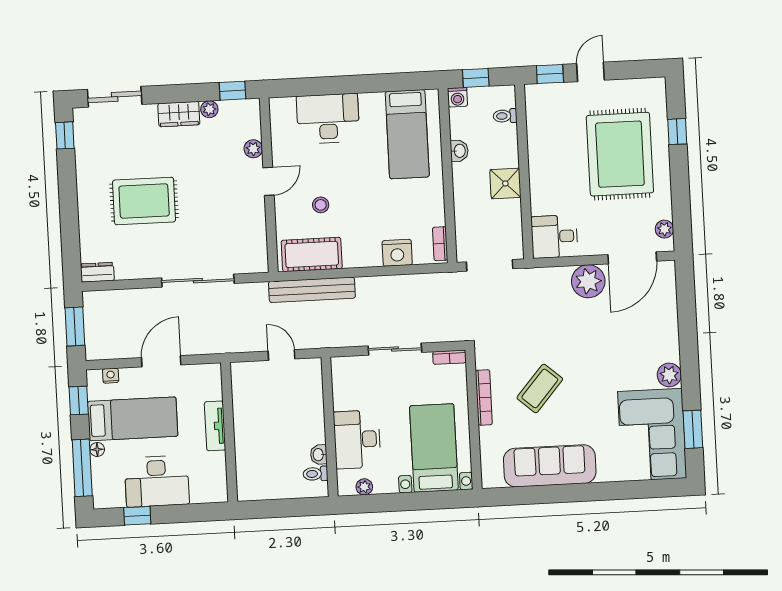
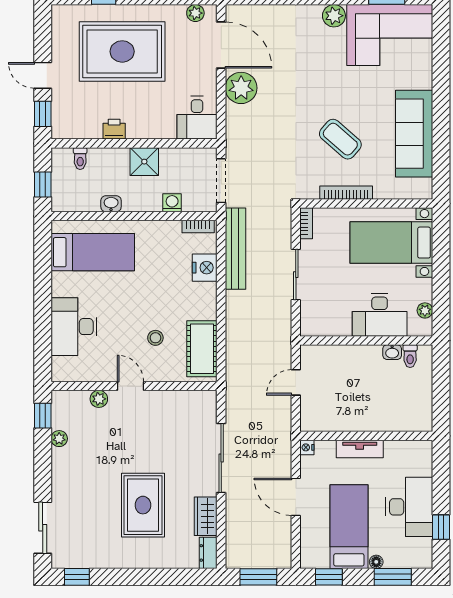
washing machine: (457, 97) -> (172, 203), moved, turned -90
wardrobe: (179, 114) -> (206, 516), moved, turned 180
printer: (538, 150) -> (114, 129), added
bench: (312, 290) -> (235, 249), moved
nightstand: (111, 376) -> (307, 447), moved
window: (82, 468) -> (393, 577), width x0.69

